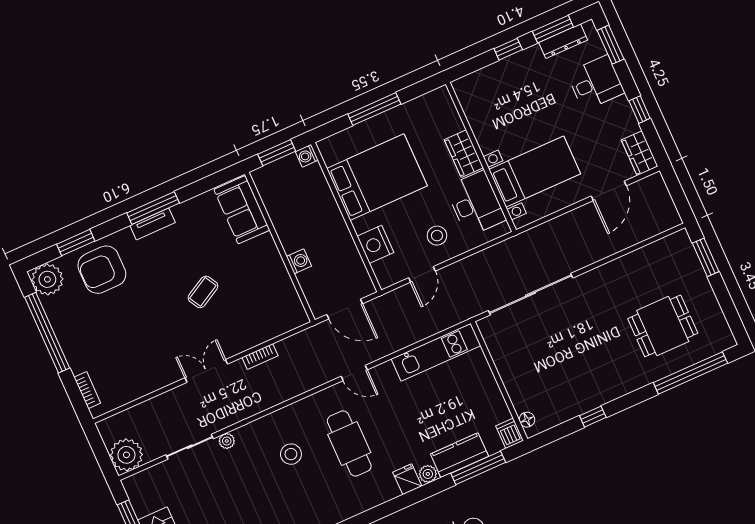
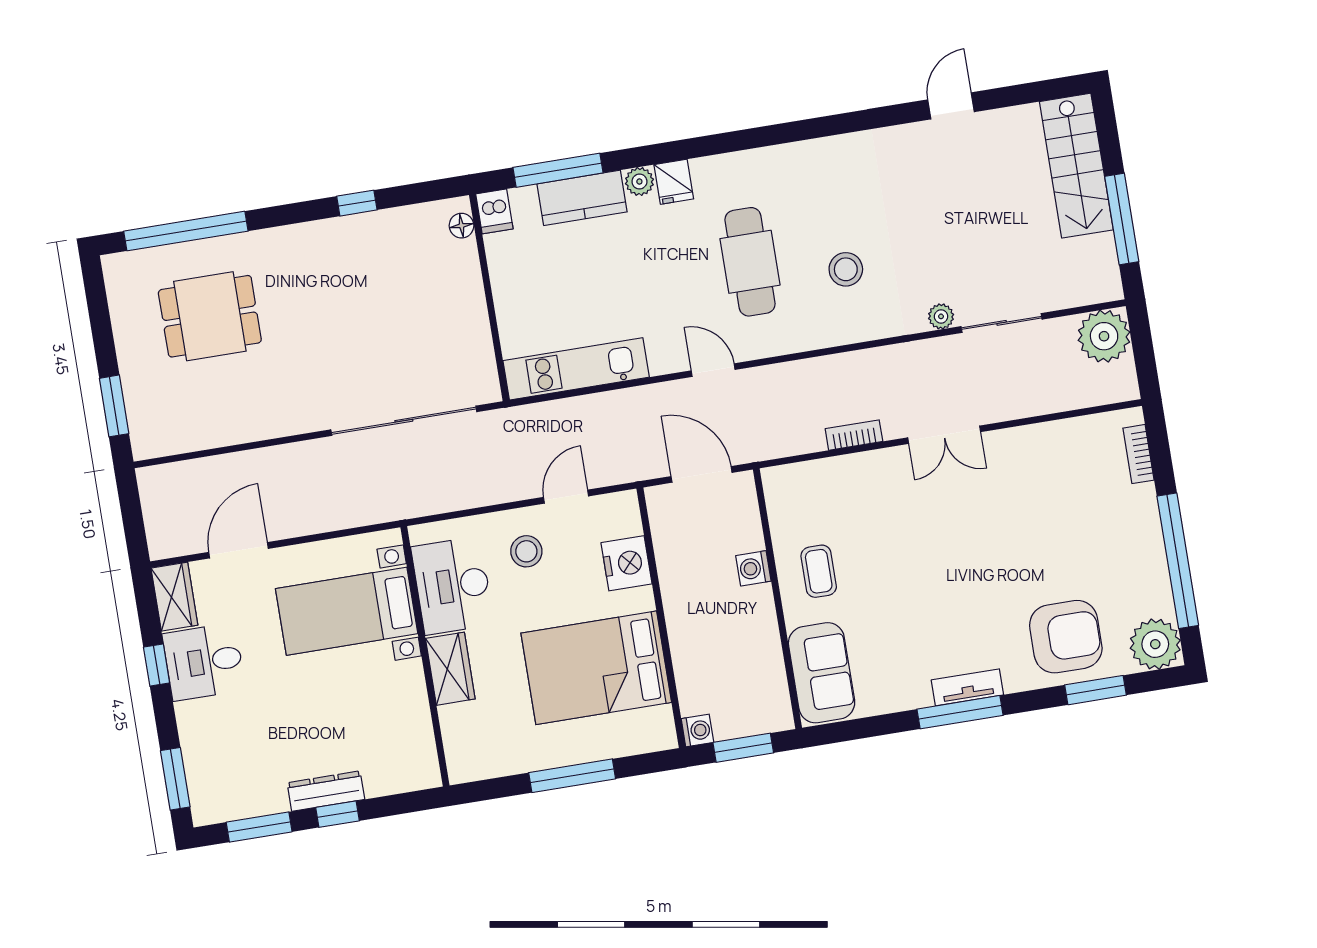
dresser: (563, 41) -> (326, 791), moved
desk: (596, 83) -> (204, 662), moved
coffee table: (203, 292) -> (819, 571), moved, turned -61

